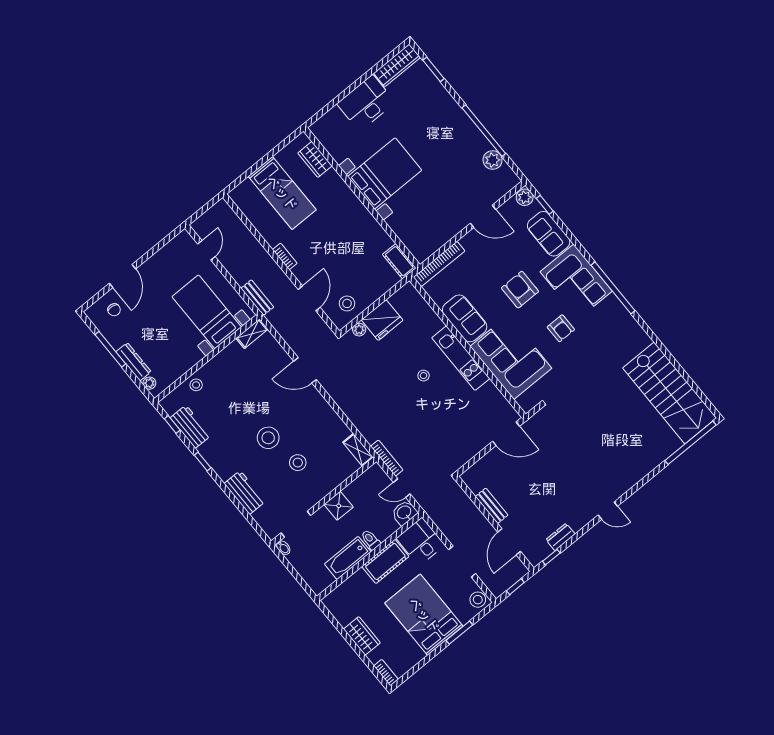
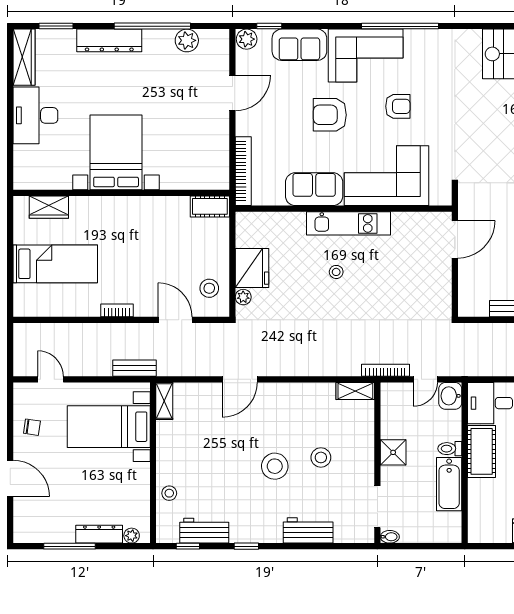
dresser: (452, 111) -> (109, 40), added
chair: (114, 310) -> (32, 427), moved

